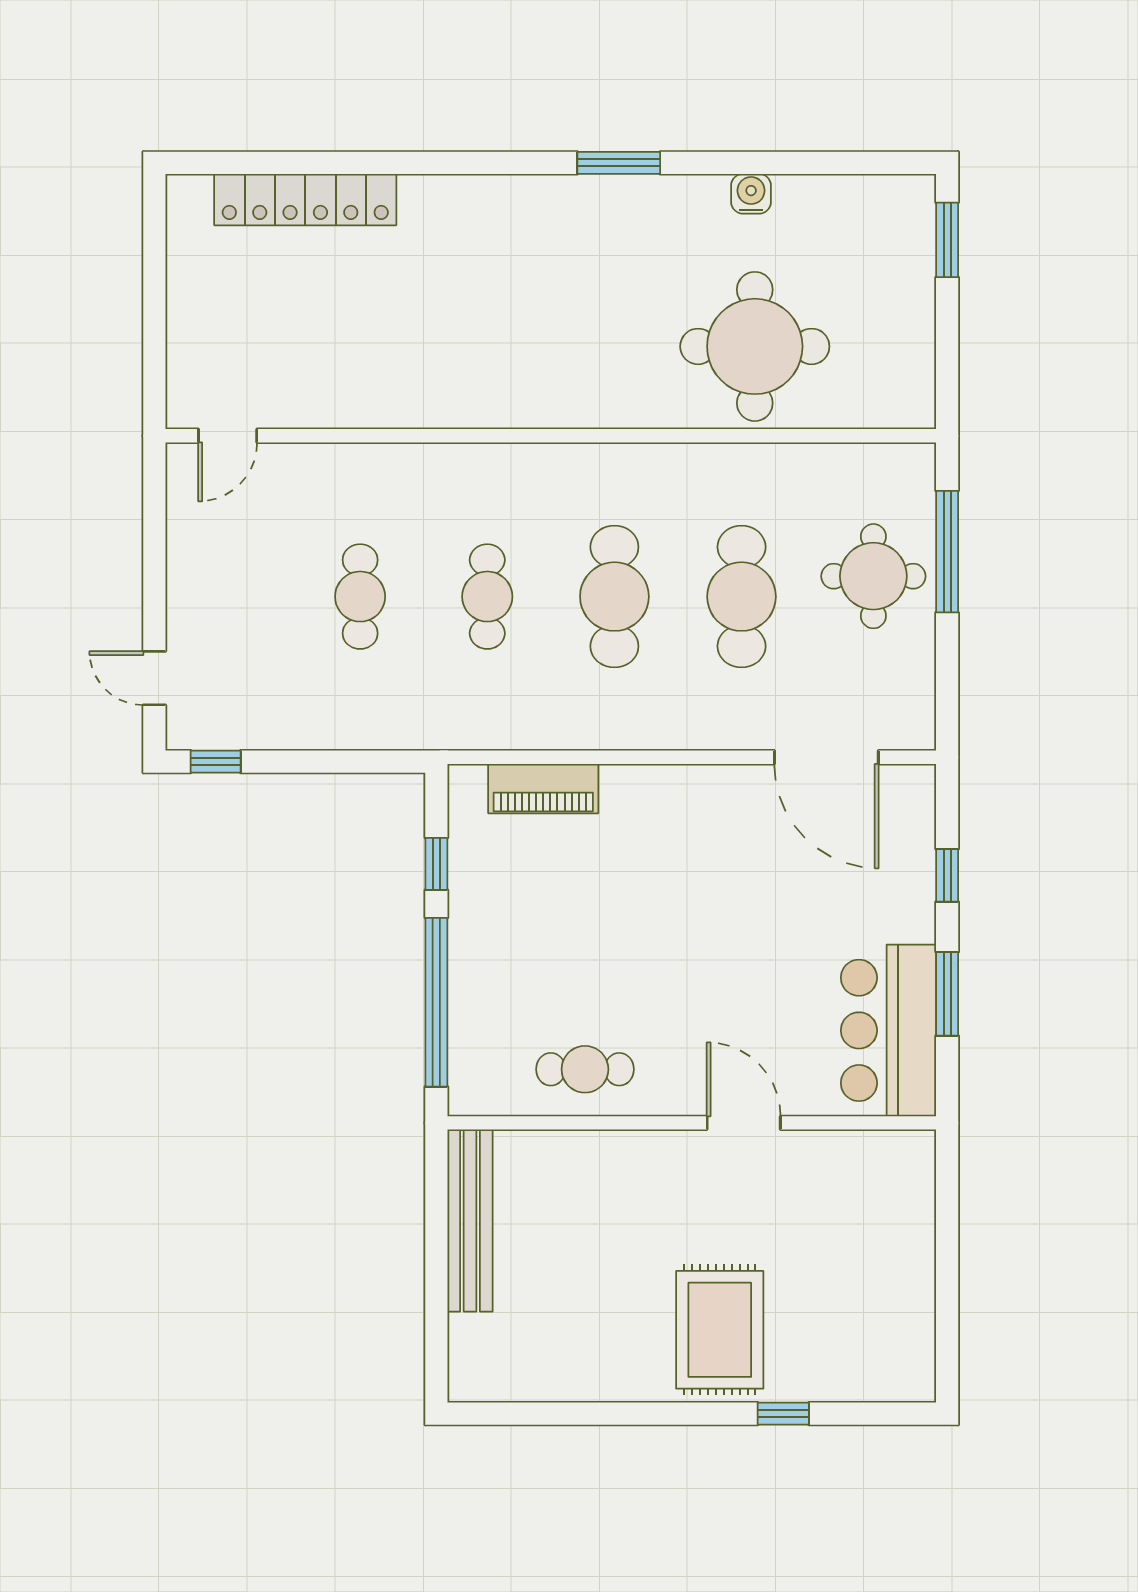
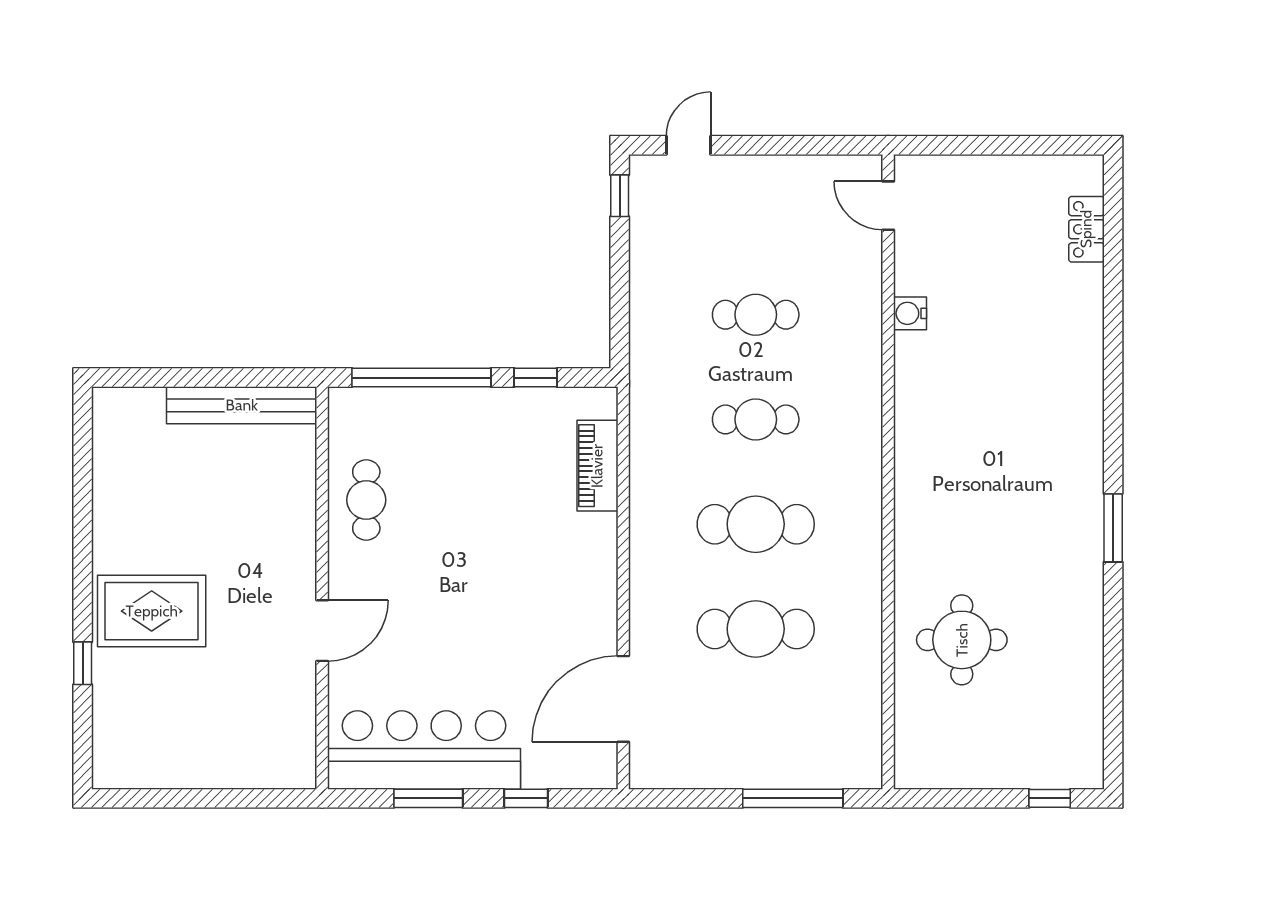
water cooler: (751, 194) -> (910, 313), moved, turned 180
locker: (305, 200) -> (1086, 229), width x0.46, depth x0.83
window: (947, 240) -> (1050, 798), width x0.67
round table: (755, 346) -> (962, 640), width x0.73, depth x0.73
round table: (873, 576) -> (773, 738), removed
bar counter: (888, 1030) -> (424, 750), width x1.36

